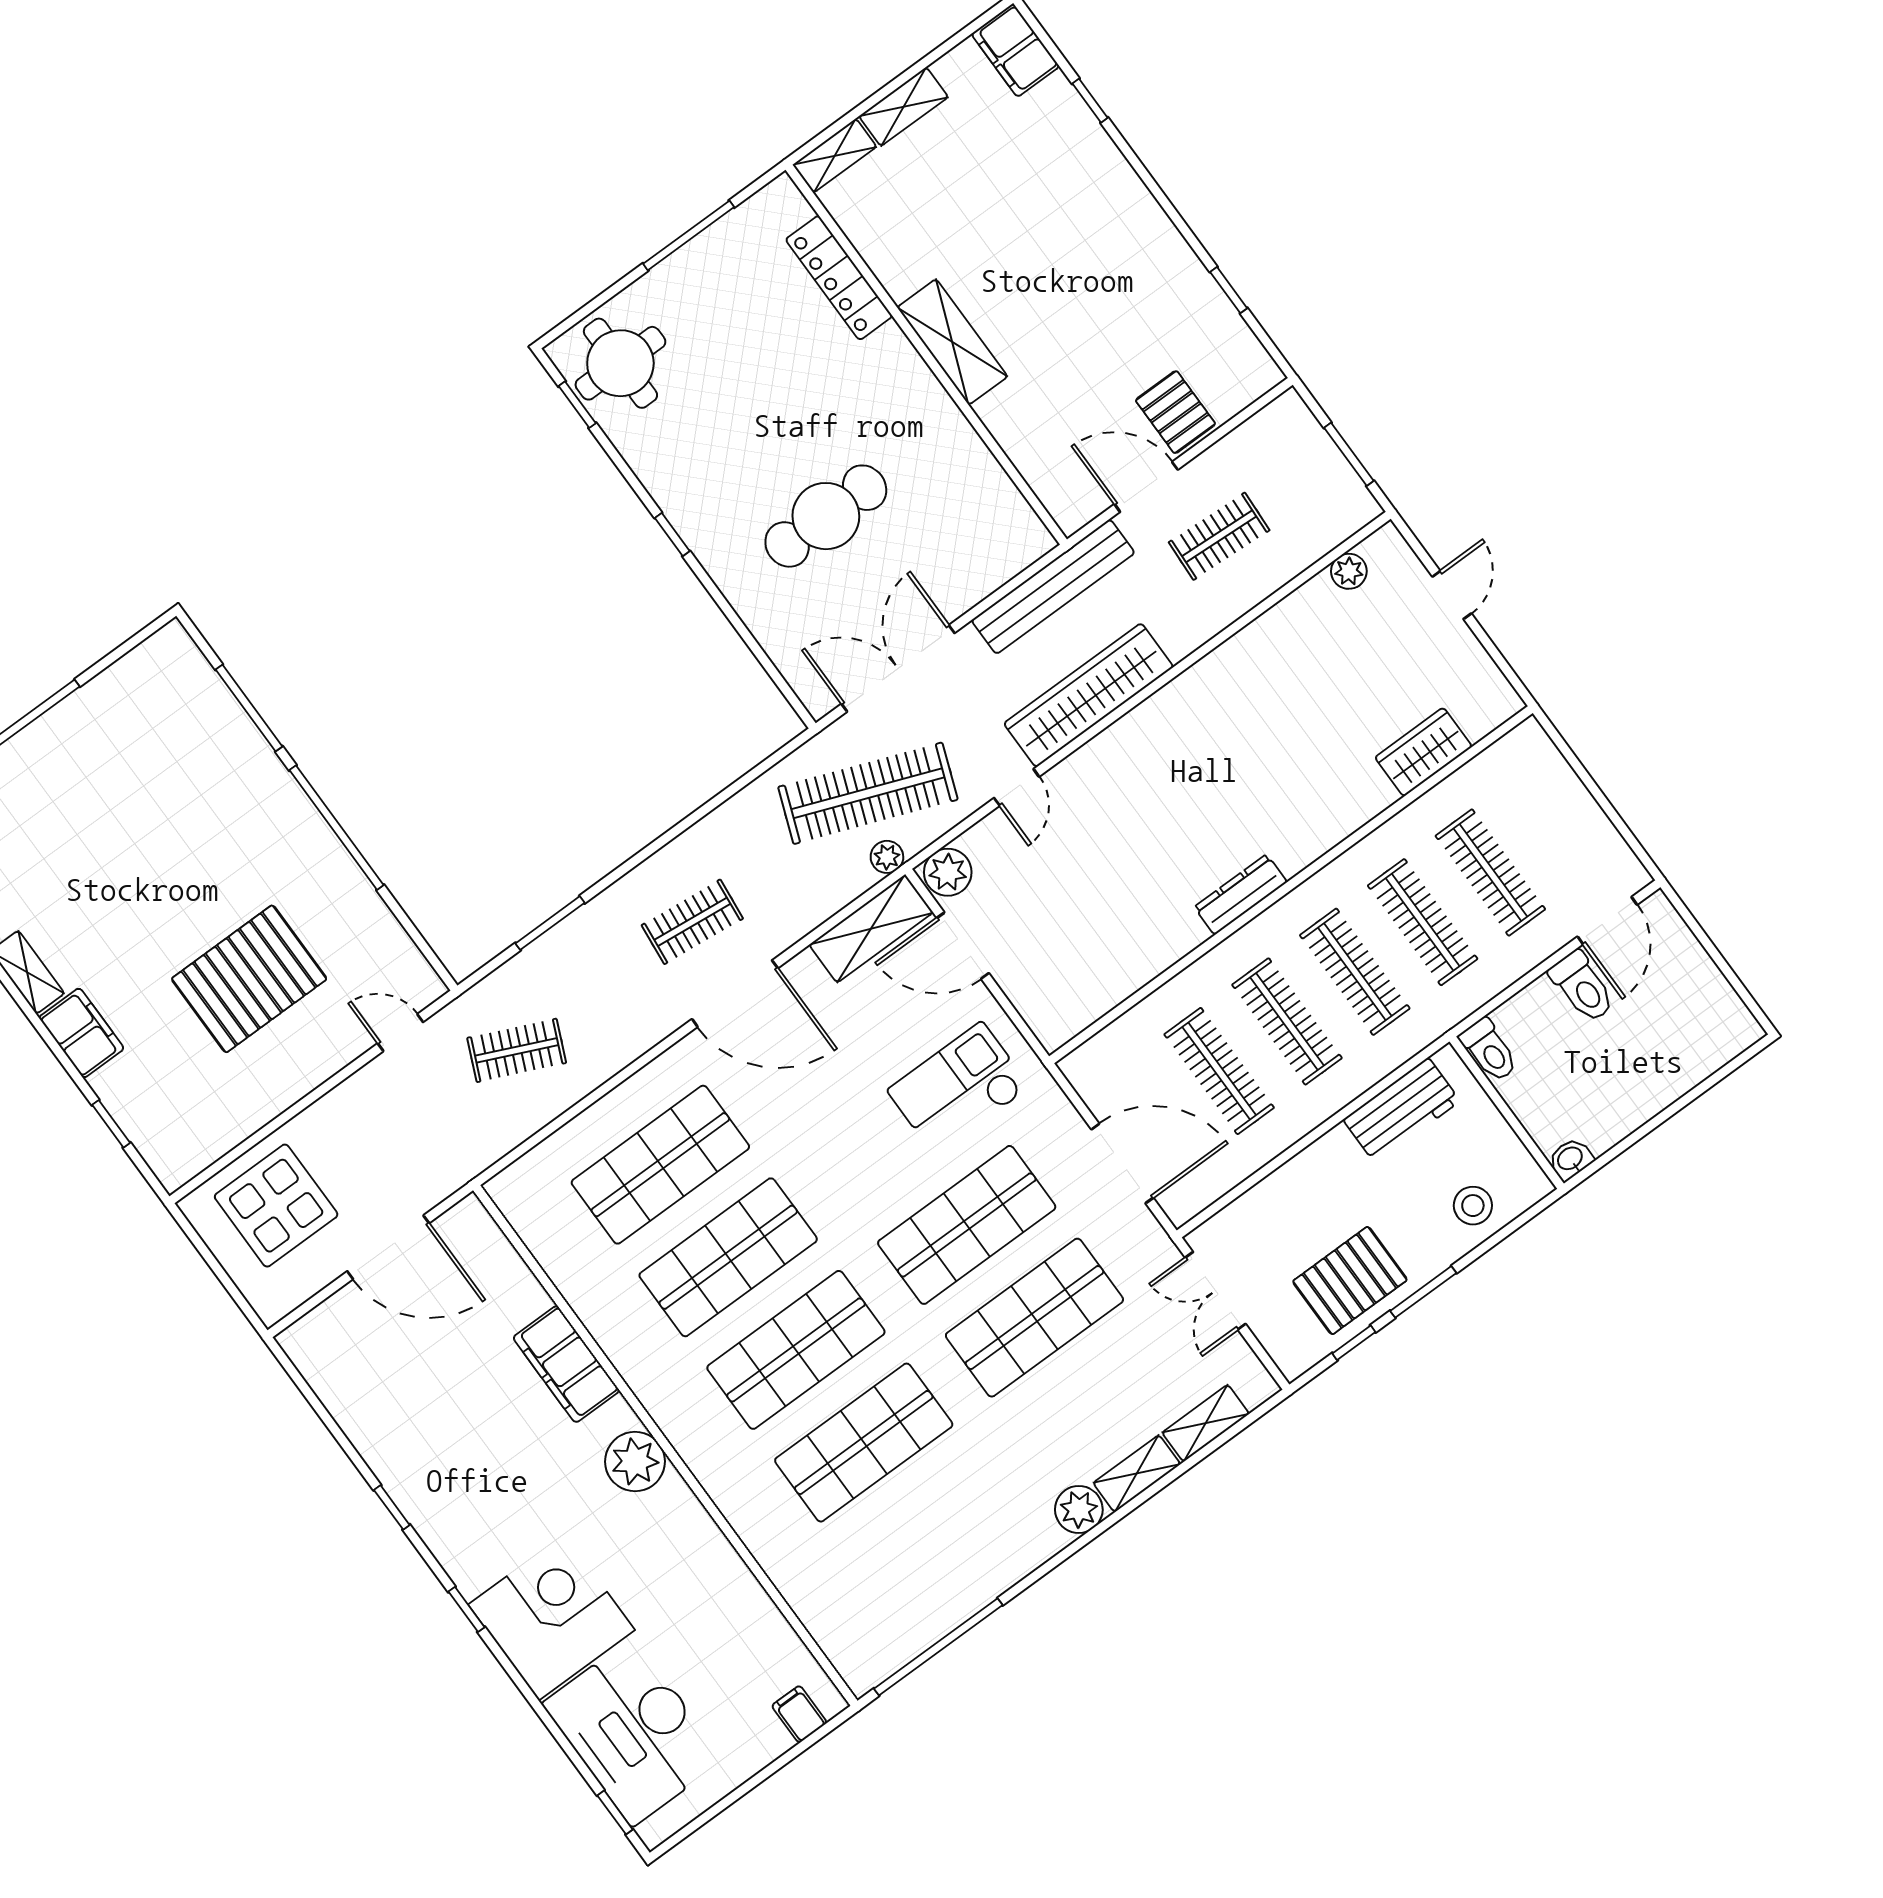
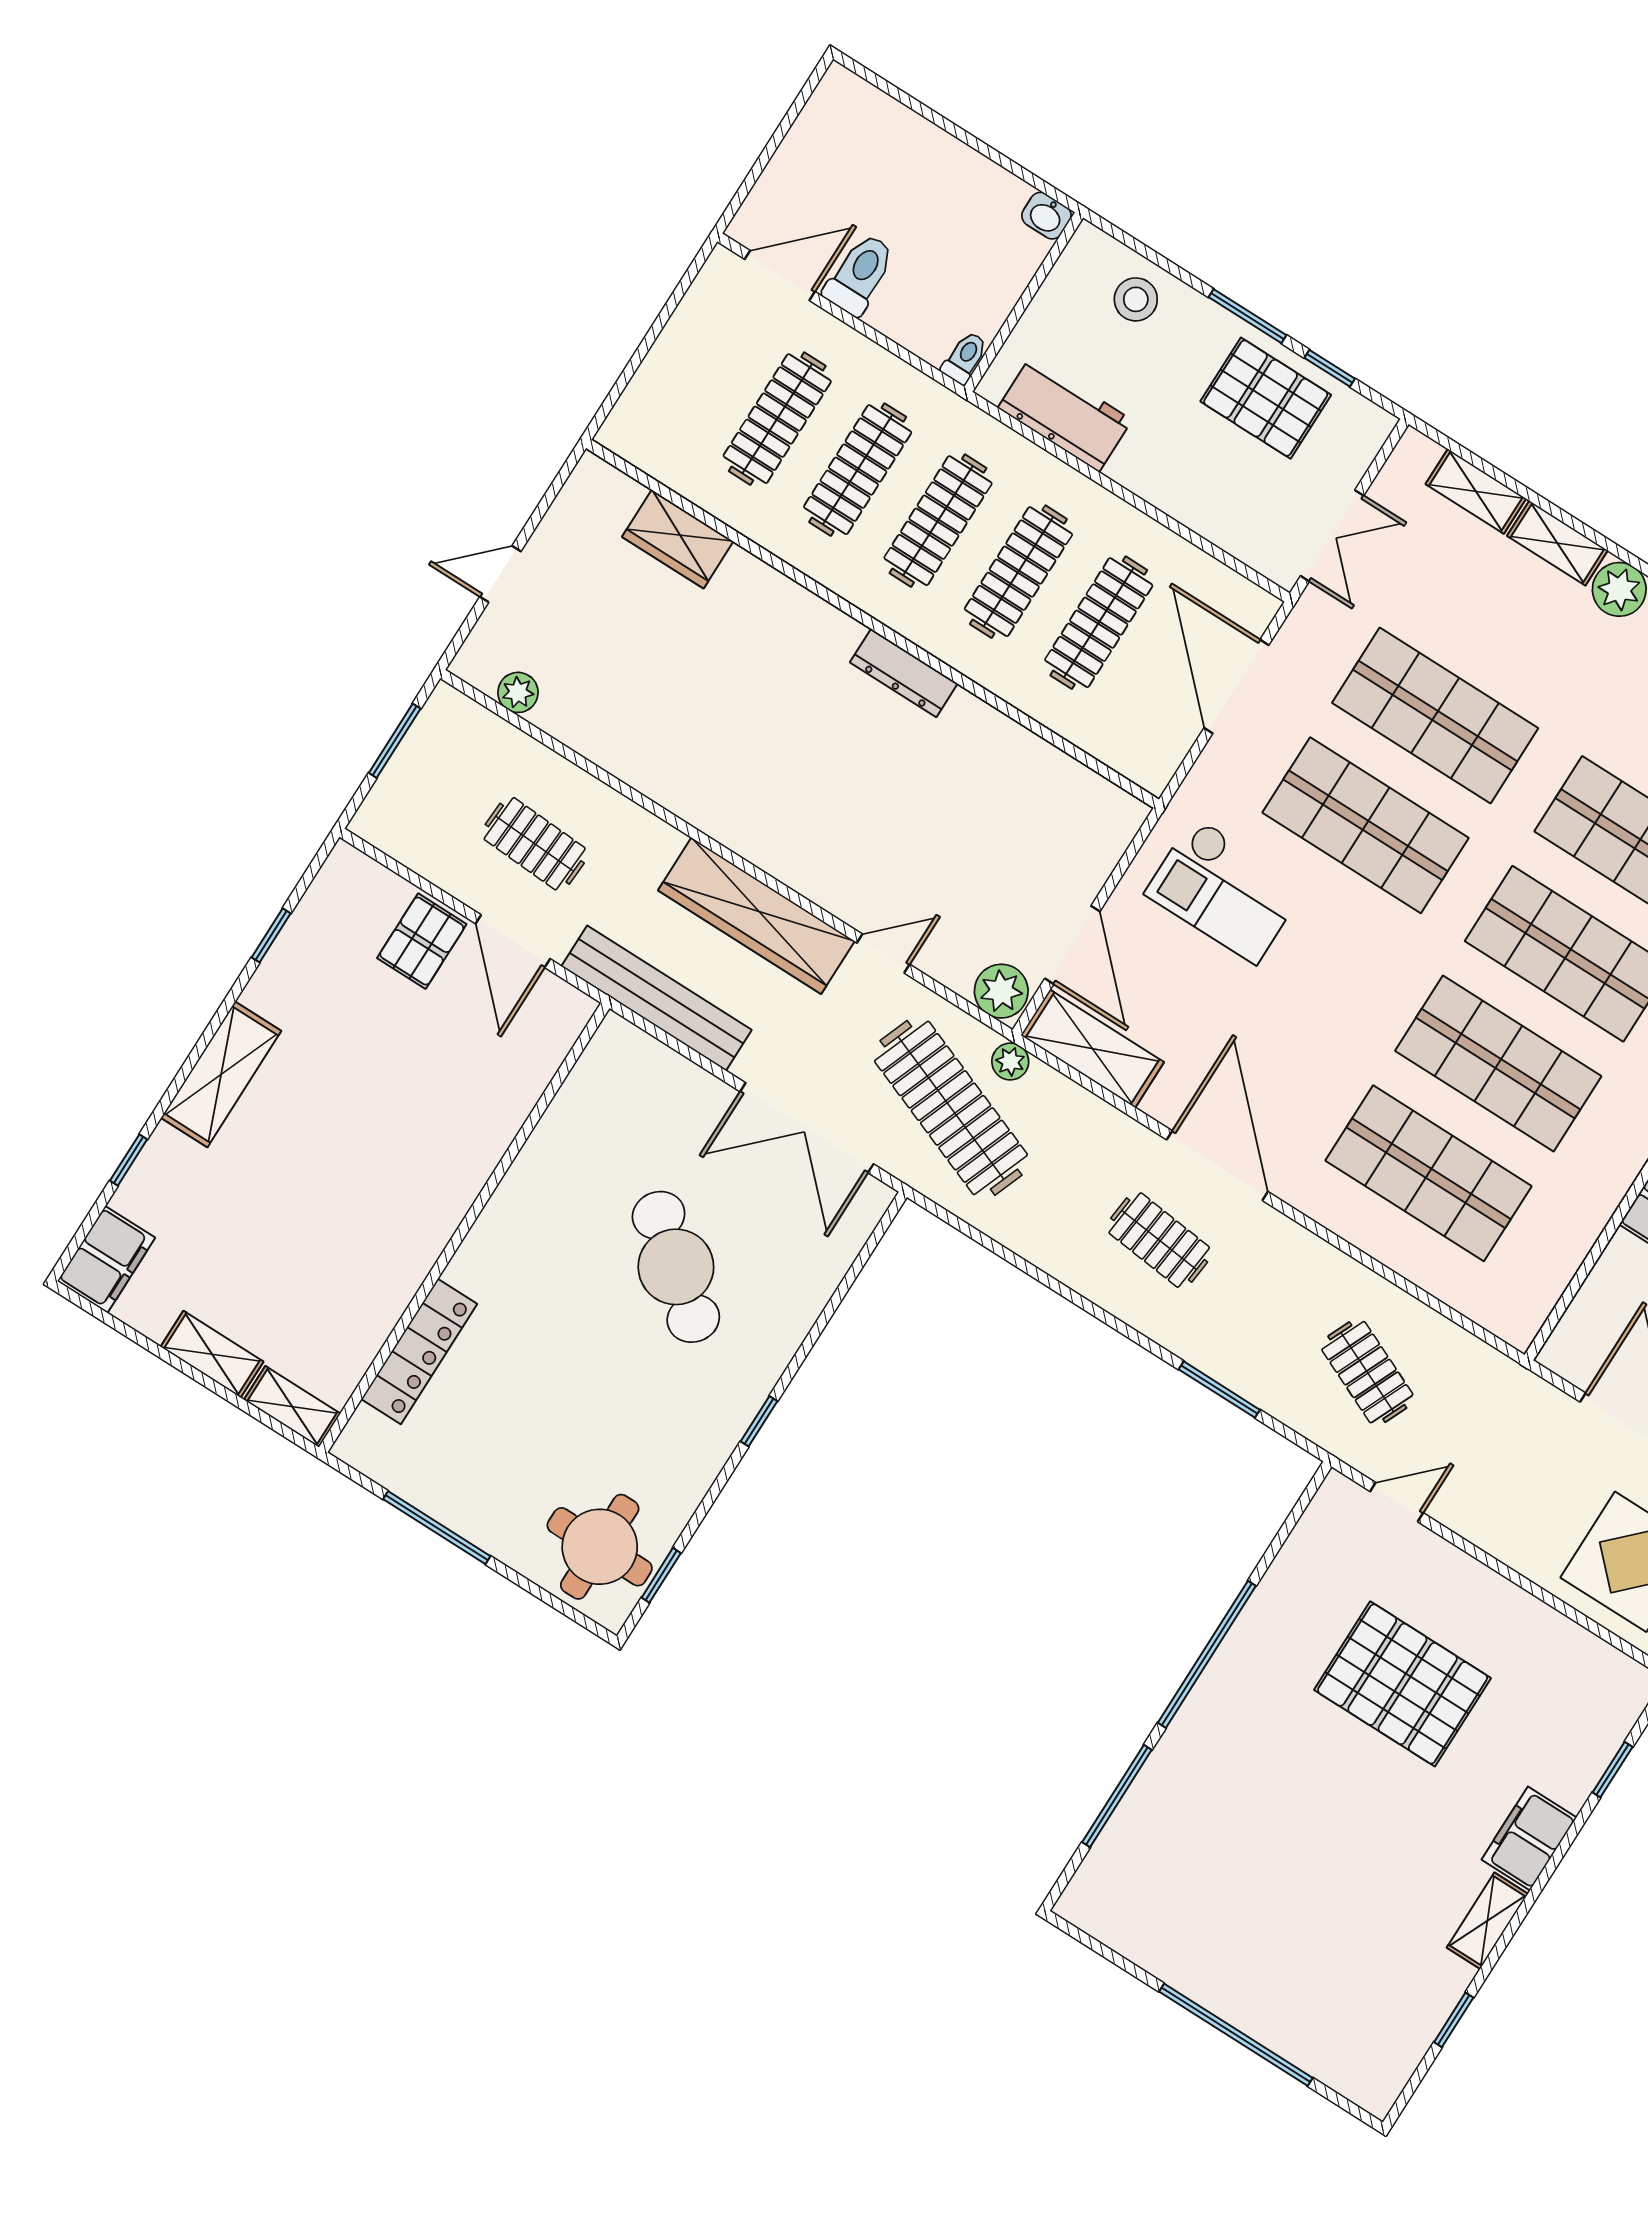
shelving: (952, 342) -> (221, 1074), moved
cafe table: (826, 516) -> (676, 1267), turned 39
door: (400, 1033) -> (1397, 1502), swing flipped
toilet: (1489, 1050) -> (965, 358), width x0.73, depth x0.72

